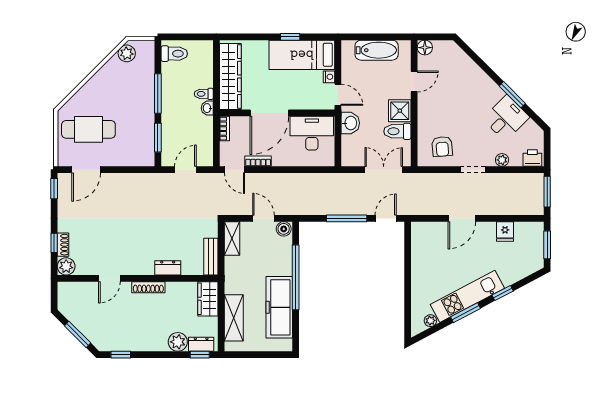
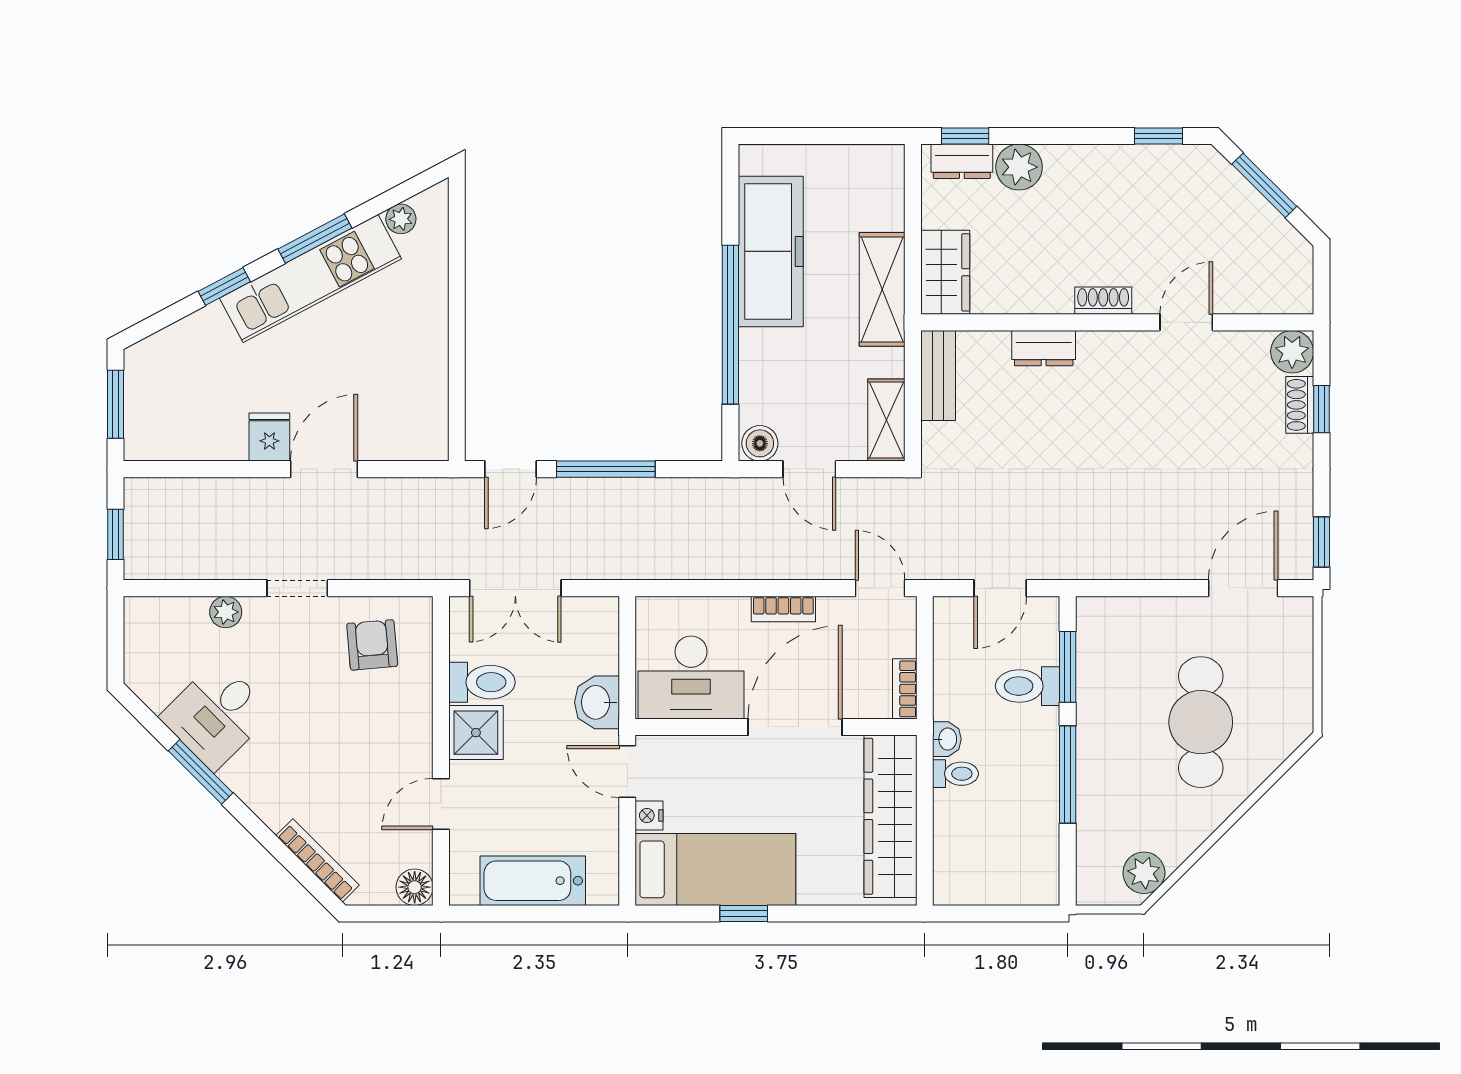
toilet: (174, 54) -> (1028, 686), moved
bookcase: (464, 58) -> (318, 860), added
cafe table: (88, 129) -> (1201, 722), moved, turned 90
printer: (532, 158) -> (151, 617), removed
bookcase: (258, 161) -> (783, 609), moved
window: (547, 192) -> (116, 534), width x0.67
fridge: (505, 231) -> (269, 437), moved
shoe rack: (148, 287) -> (1103, 301), width x0.70
shelving: (234, 318) -> (882, 289), moved

